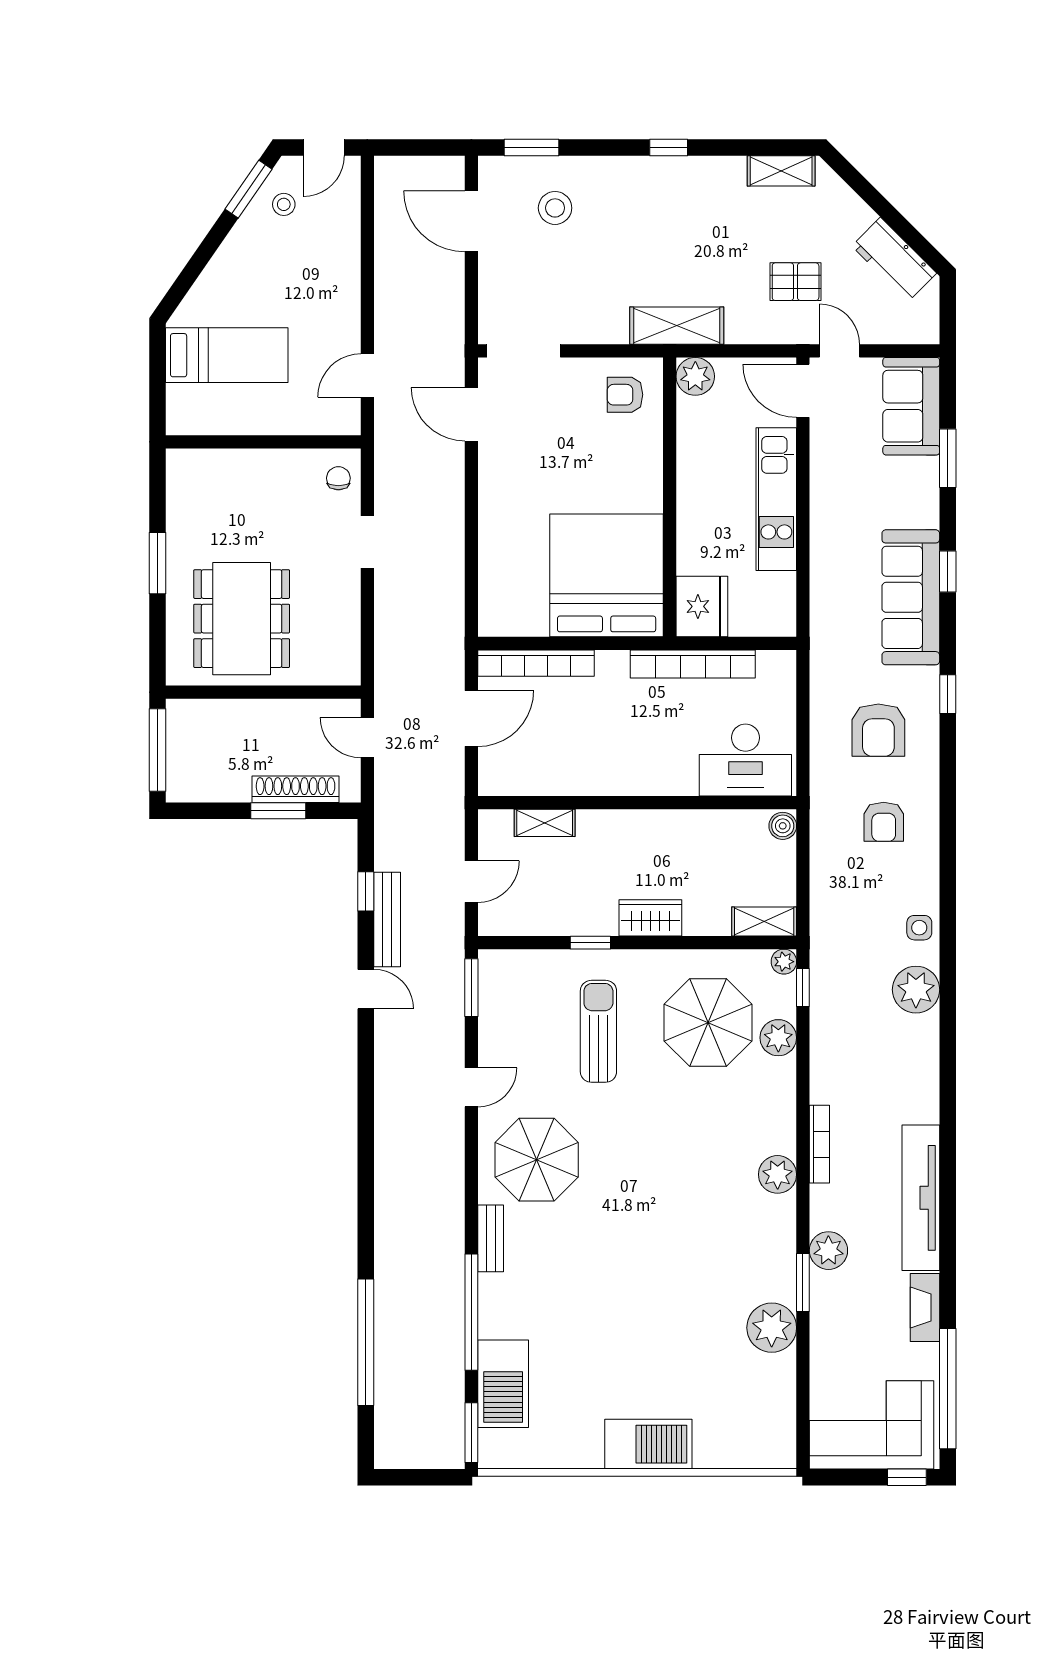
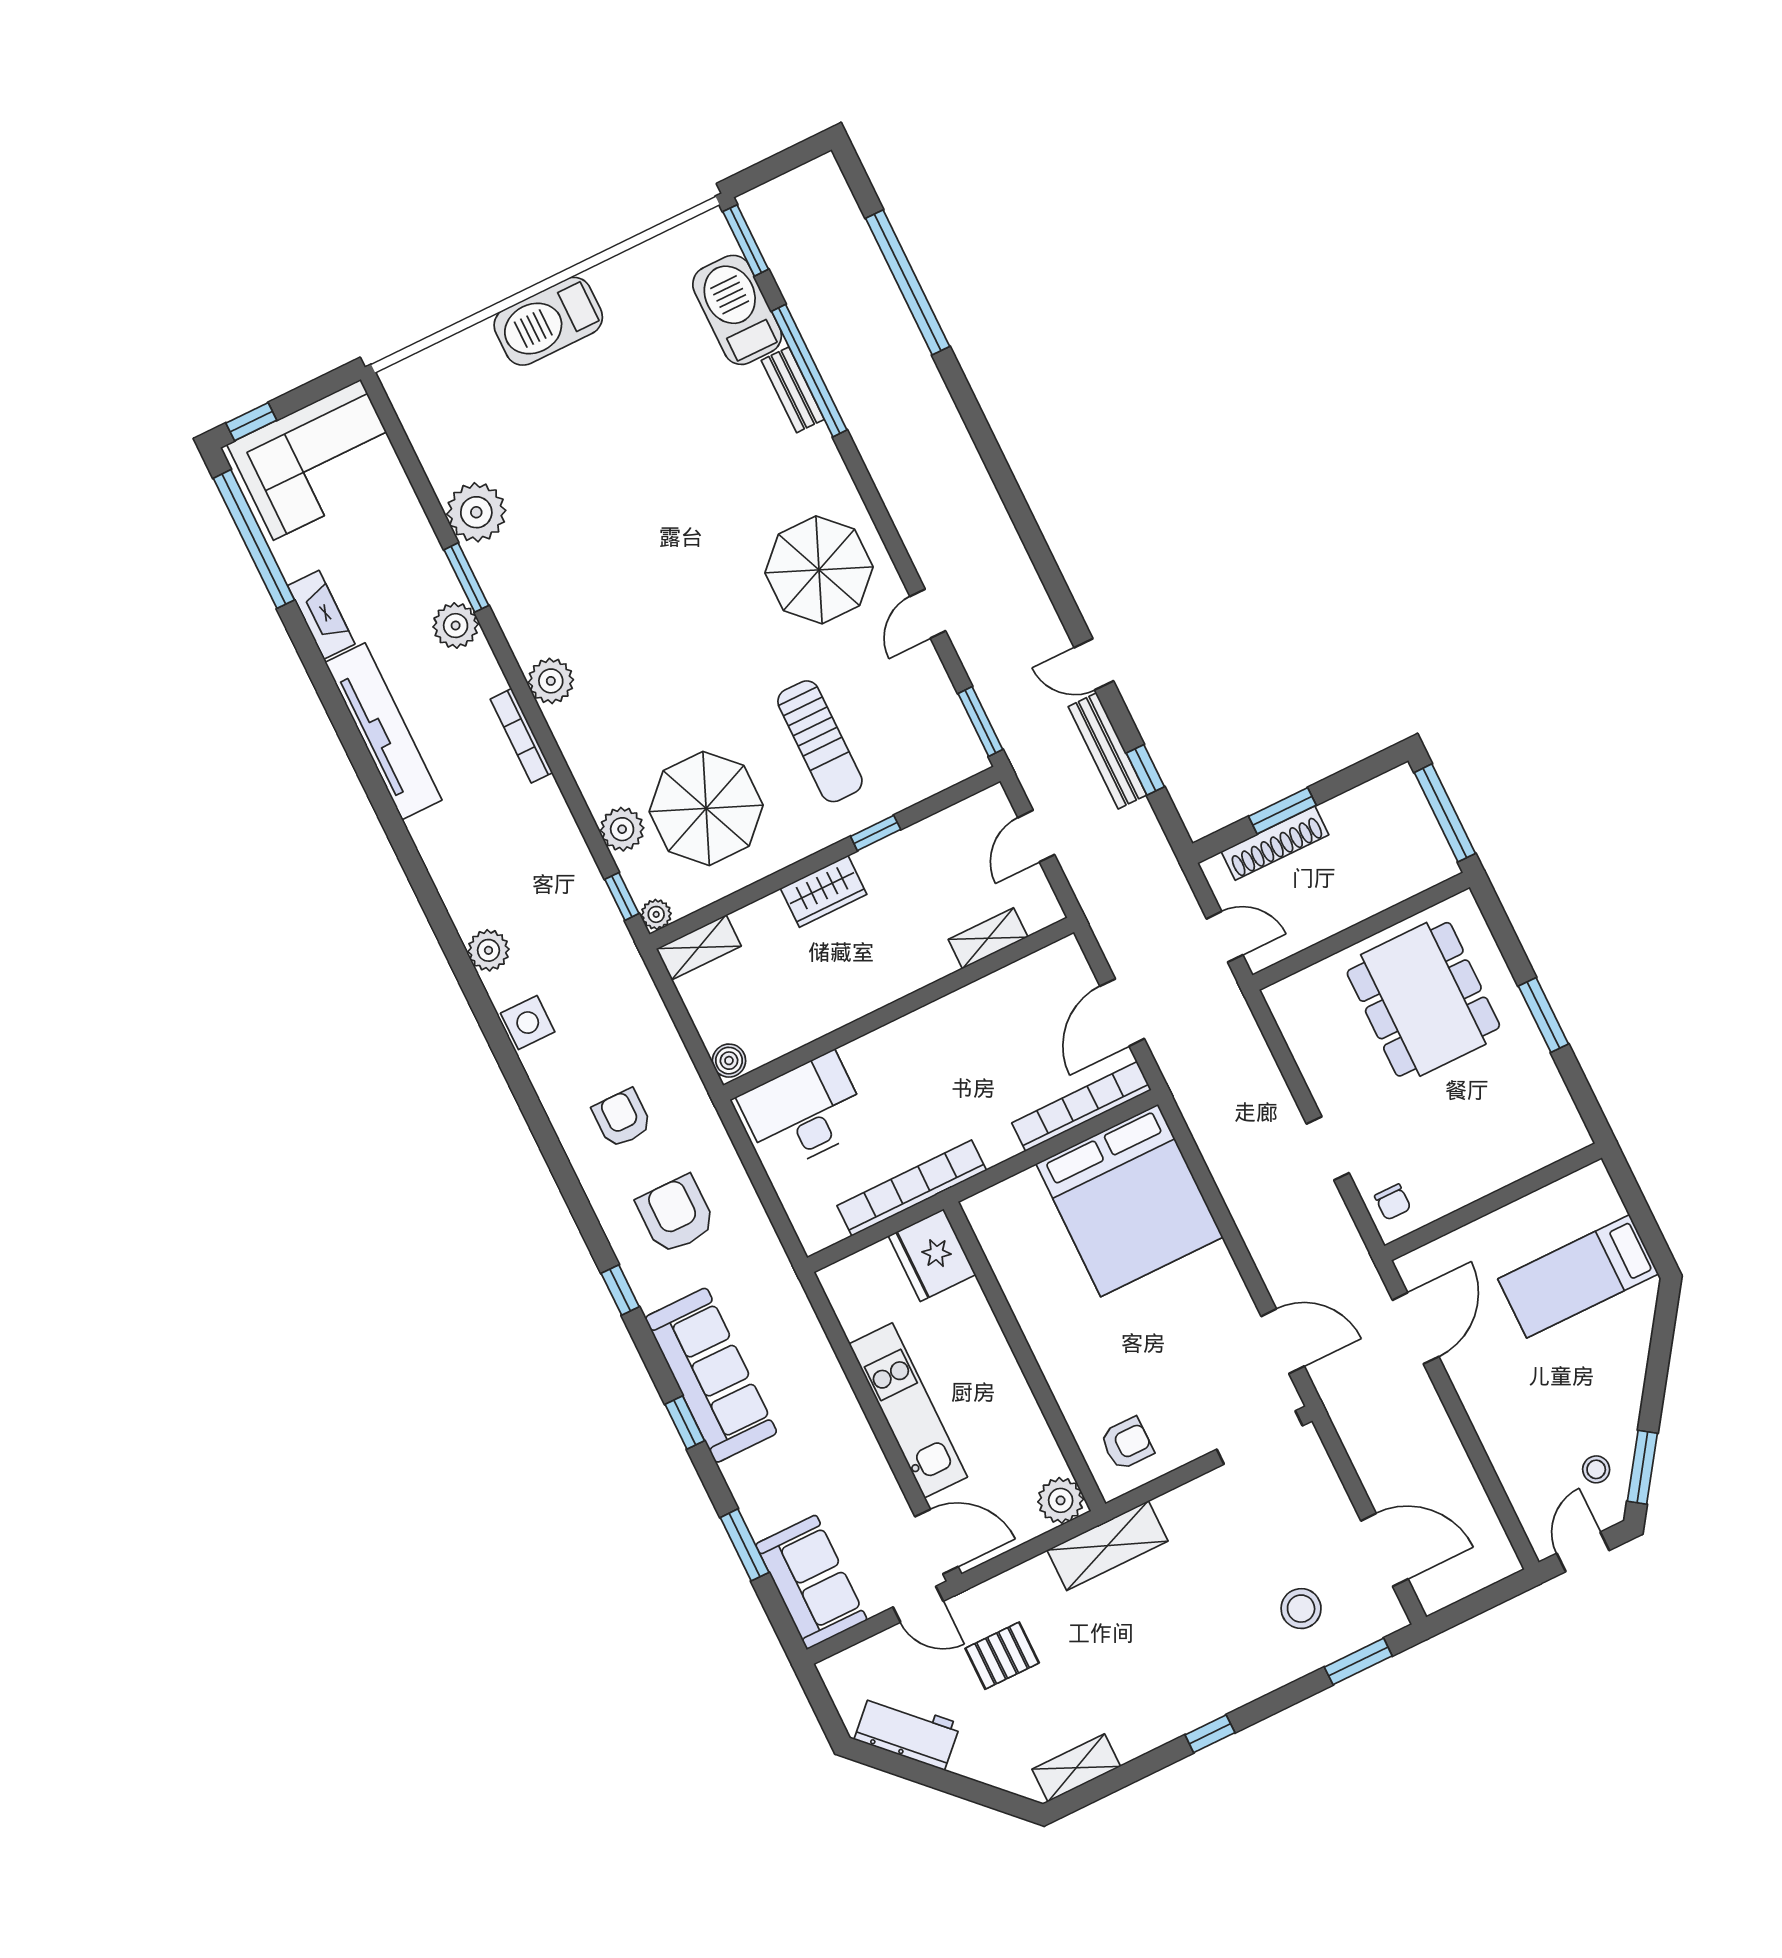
door: (367, 376) -> (1416, 1328), width x1.38
bed: (607, 575) -> (1129, 1201), moved
side table: (919, 928) -> (528, 1023), width x1.37, depth x1.37
plant: (916, 990) -> (488, 950), width x0.73, depth x0.73
bench: (491, 1238) -> (793, 390), moved

